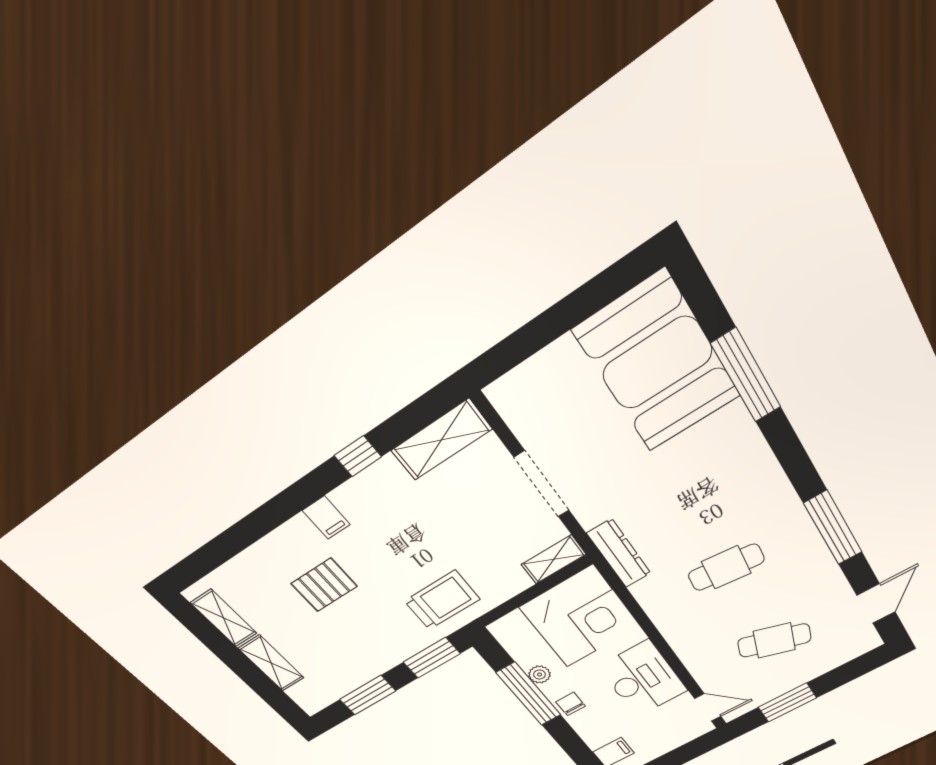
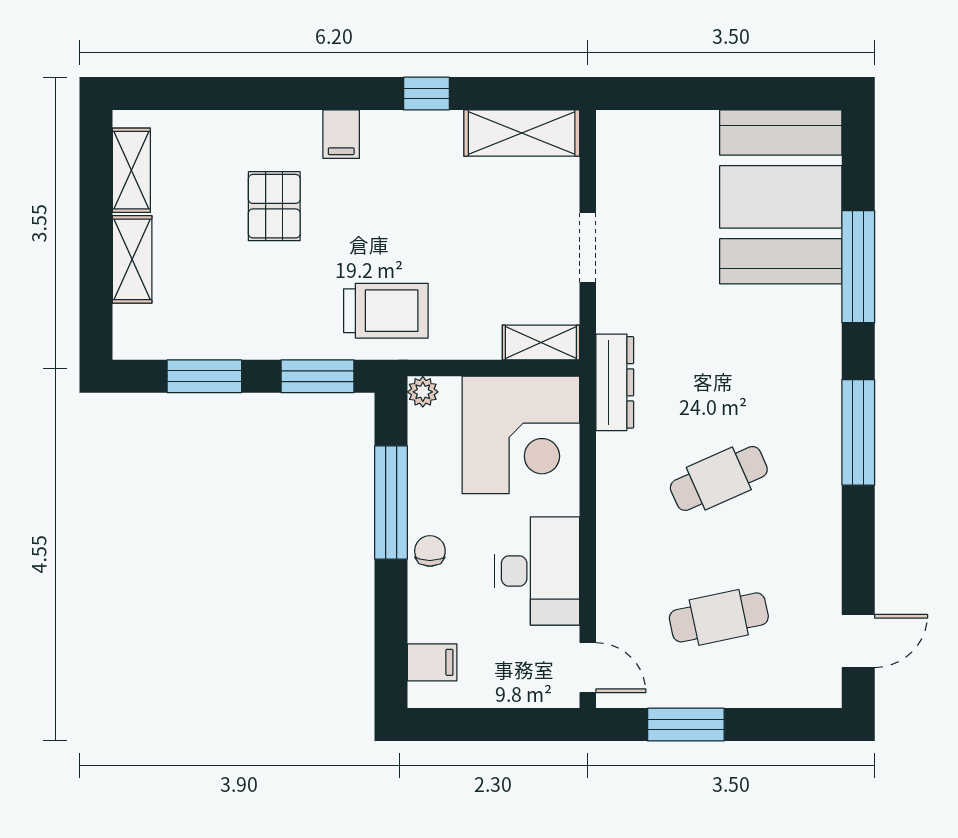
doorway: (542, 484) -> (588, 247), width x0.73
window: (833, 528) -> (858, 432), moved
cafe table: (726, 567) -> (719, 478), turned -30
pallet: (324, 585) -> (274, 206), turned 90
cafe table: (774, 640) -> (719, 617), turned -30
plant: (539, 675) -> (423, 392), moved

